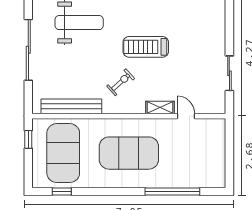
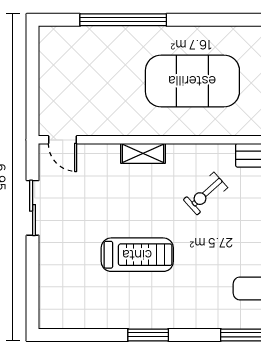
treadmill: (146, 47) -> (137, 255), moved
door: (186, 116) -> (62, 140), moved

